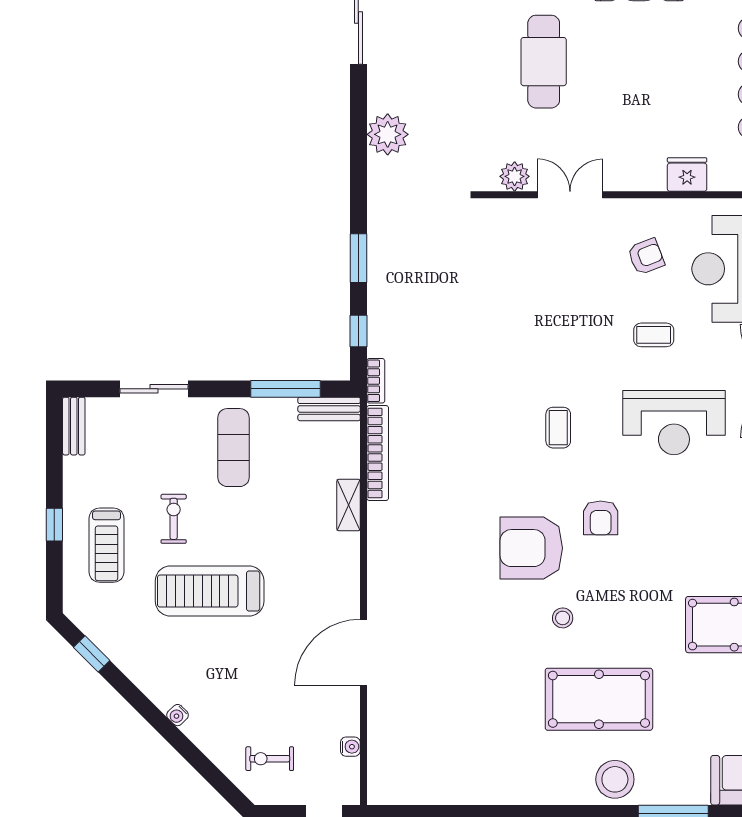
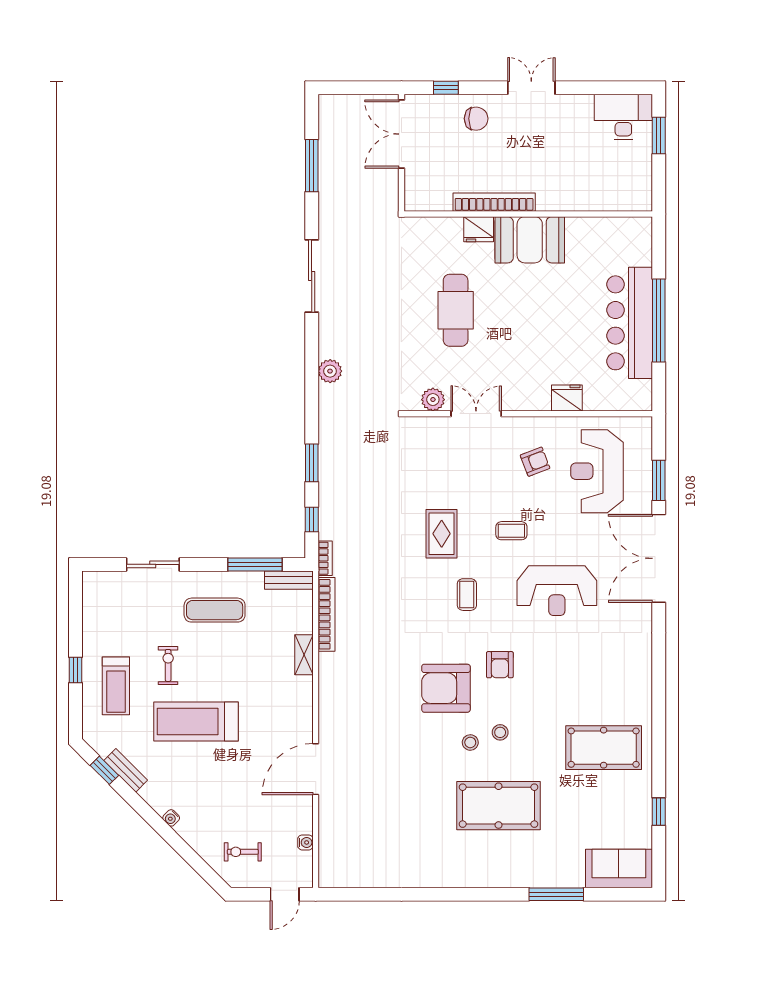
plant: (388, 134) -> (330, 371), width x0.73, depth x0.73
coffee table: (654, 335) -> (511, 531), moved
rug: (526, 349) -> (442, 534), added
bench: (74, 426) -> (126, 770), moved, turned -45
exercise mat: (233, 448) -> (215, 610), turned 90
stool: (615, 779) -> (500, 732), moved, width x0.53, depth x0.53

